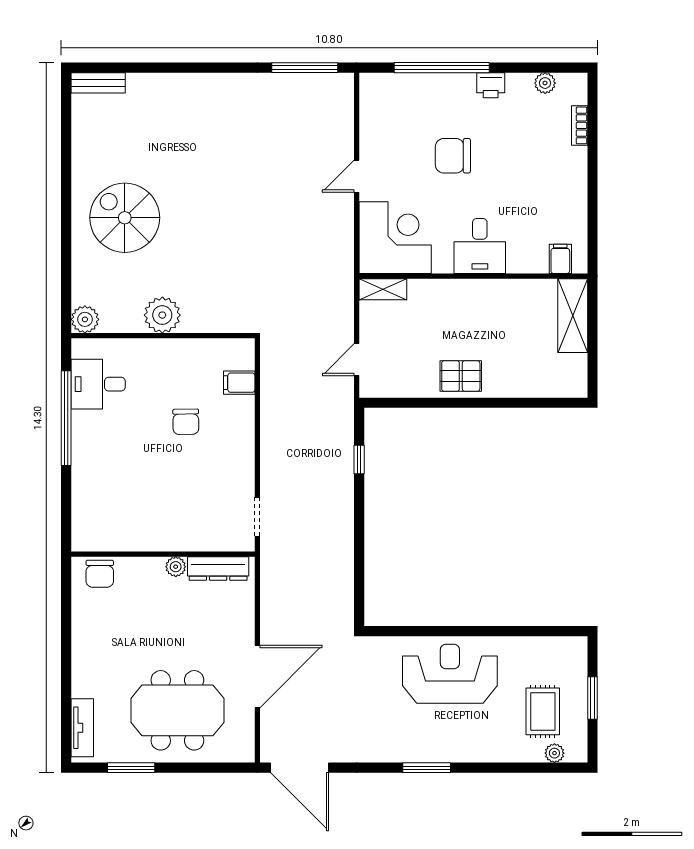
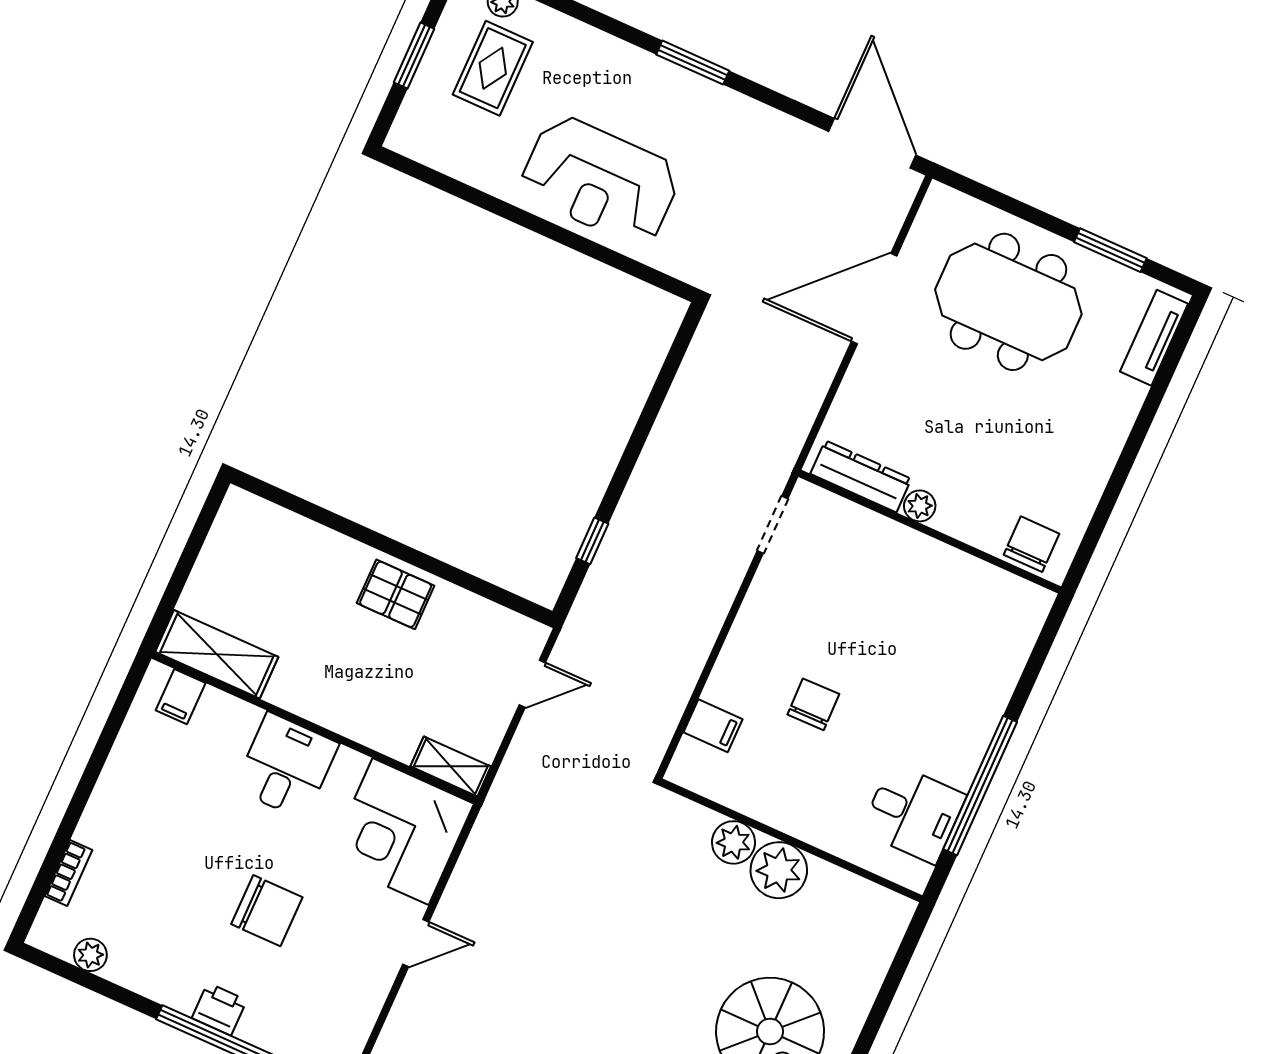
printer: (491, 85) -> (219, 1009), moved
shelving: (573, 316) -> (217, 654), moved, turned 90
plant: (85, 319) -> (734, 842), moved

